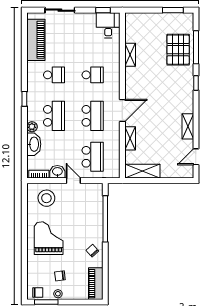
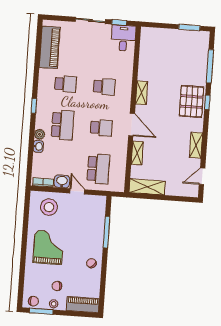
sliding door: (60, 10) -> (90, 20), moved
pallet: (178, 50) -> (191, 101), moved
shelving: (130, 55) -> (142, 93), moved
door: (122, 111) -> (132, 125), hinge flipped
school desk: (93, 116) -> (101, 128), width x0.54
washbasin: (34, 144) -> (38, 146), width x0.52, depth x0.69
window: (105, 219) -> (106, 232), width x0.68
piano: (96, 284) -> (83, 305), moved, turned 90

